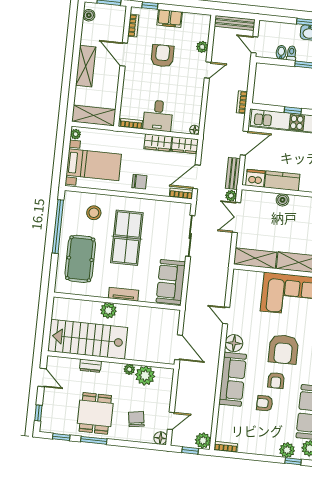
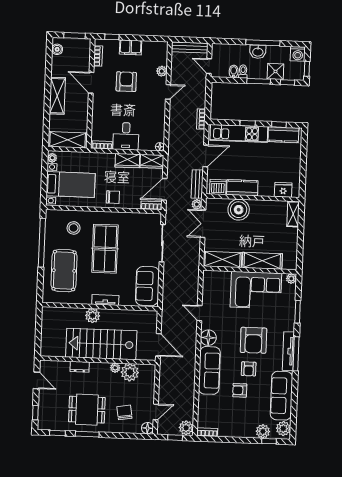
boiler: (282, 200) -> (239, 210), width x1.86, depth x1.86
stairs: (88, 339) -> (101, 344), moved
dining table: (95, 413) -> (87, 410), turned 90

